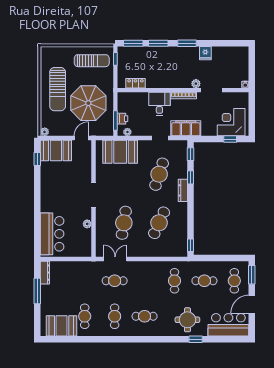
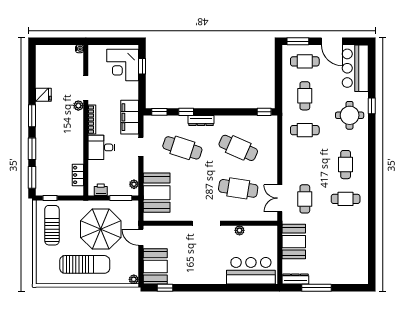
printer: (123, 119) -> (101, 190), moved
cafe table: (85, 316) -> (346, 233), removed
booth: (62, 326) -> (294, 242), moved

